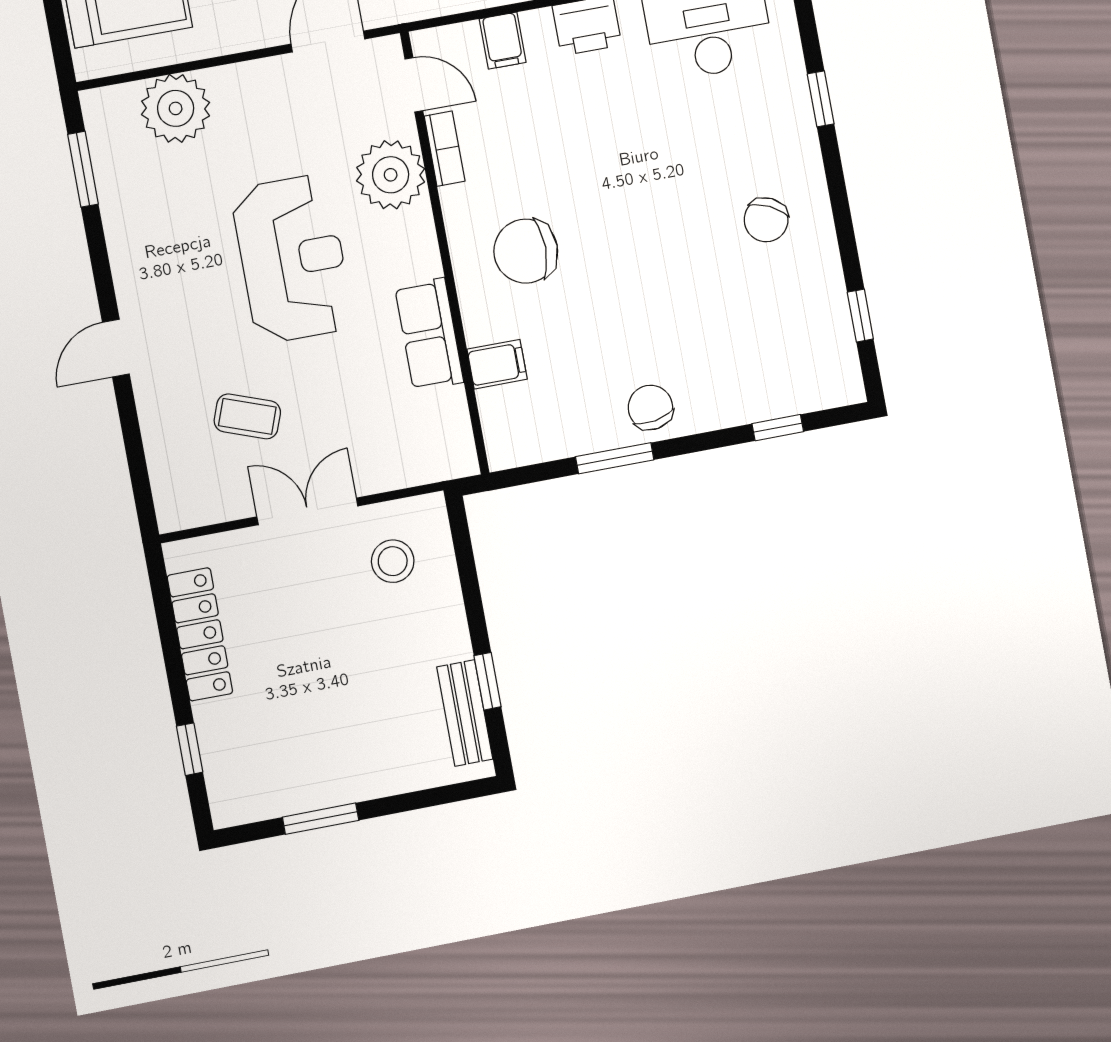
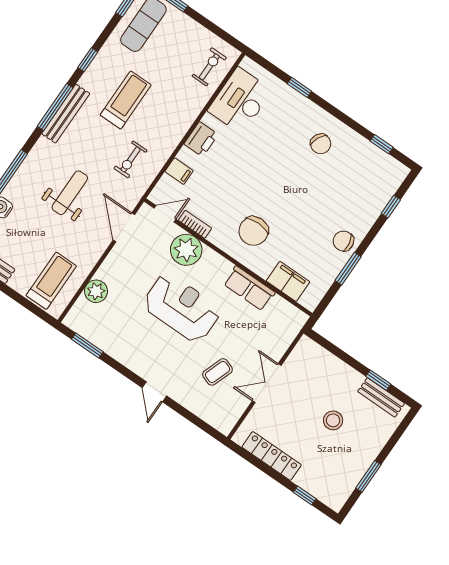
plant: (176, 108) -> (96, 291), width x0.73, depth x0.73
filing cabinet: (497, 364) -> (288, 281), width x2.00
stool: (393, 561) -> (333, 420), moved

